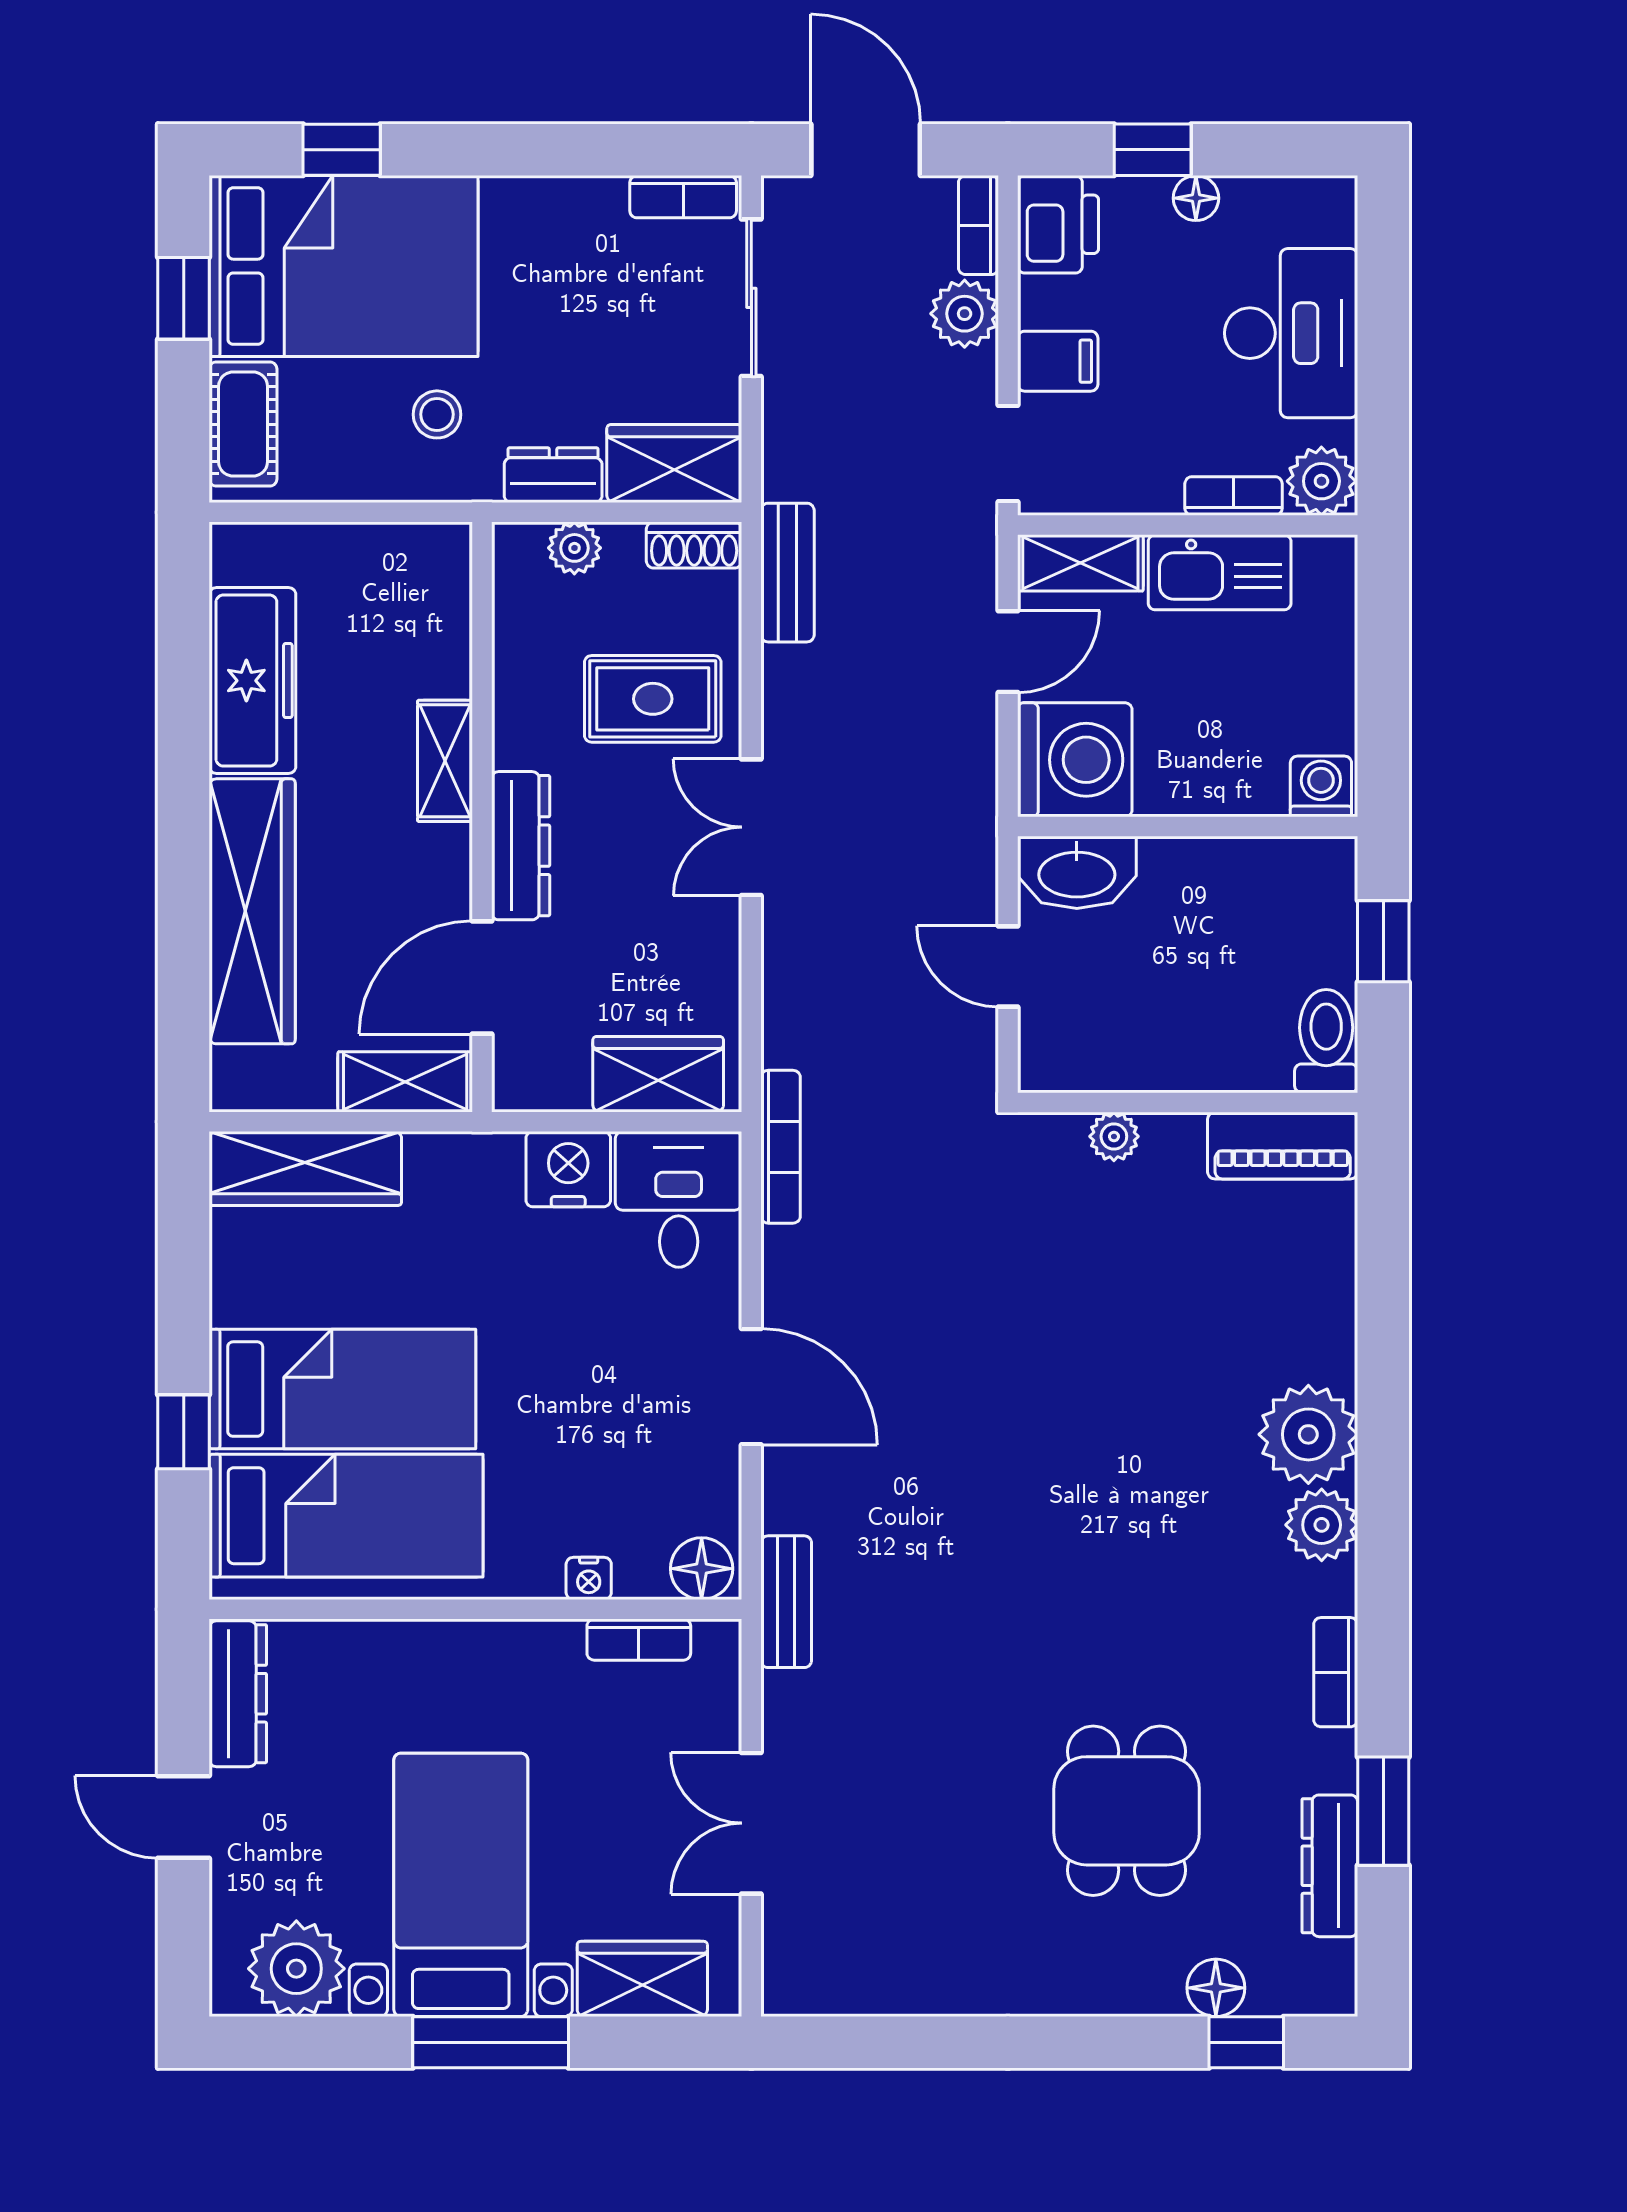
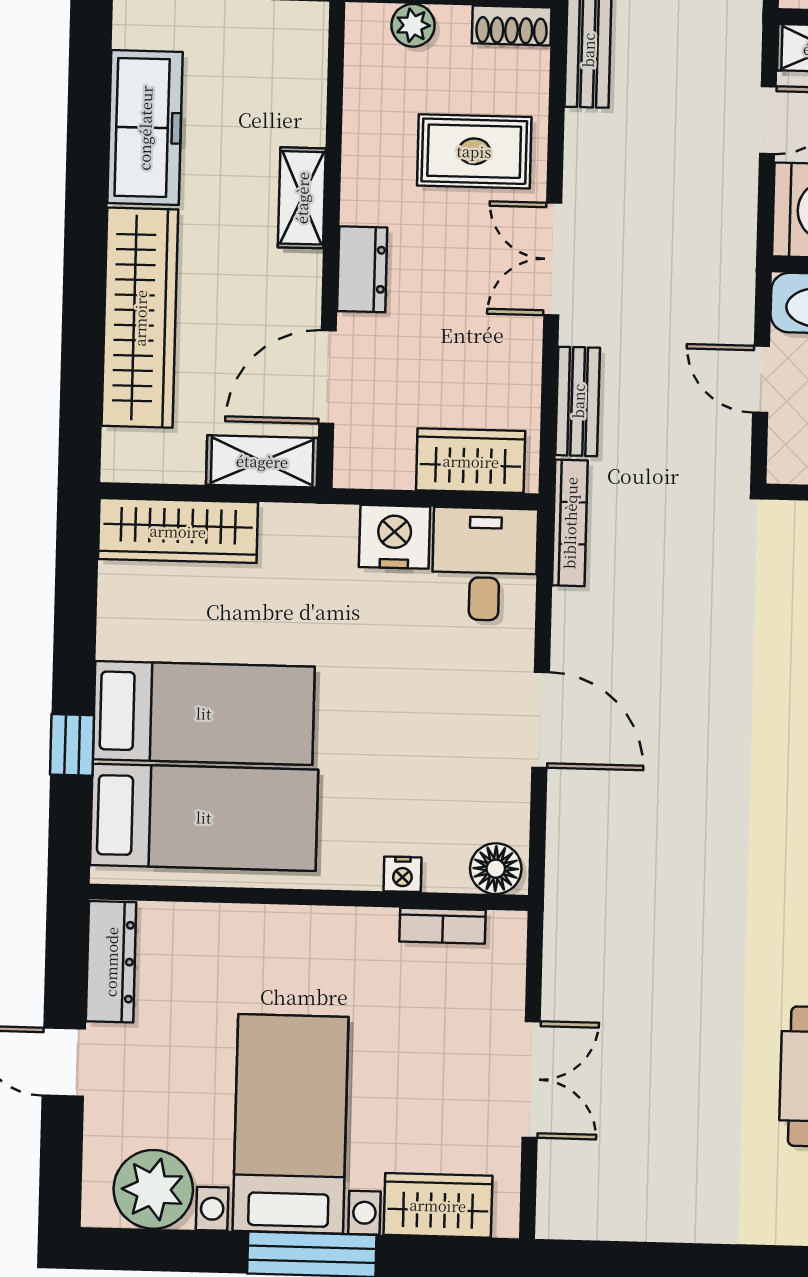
dresser: (521, 846) -> (362, 269), width x0.70
bench: (786, 1602) -> (578, 401), moved
double door: (751, 1823) -> (531, 1079), swing flipped

